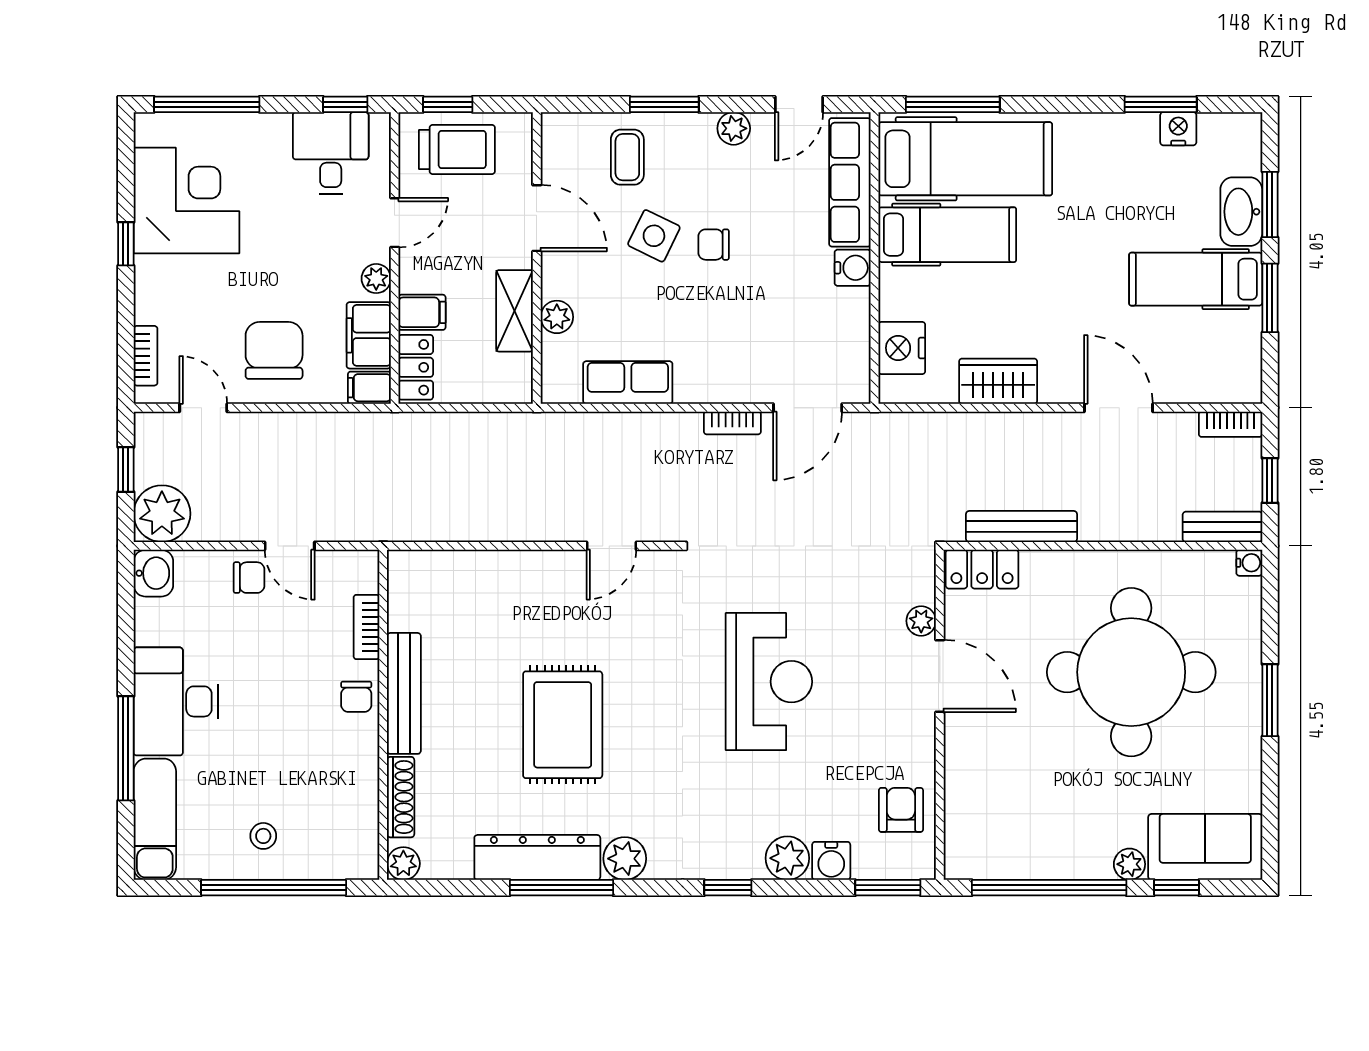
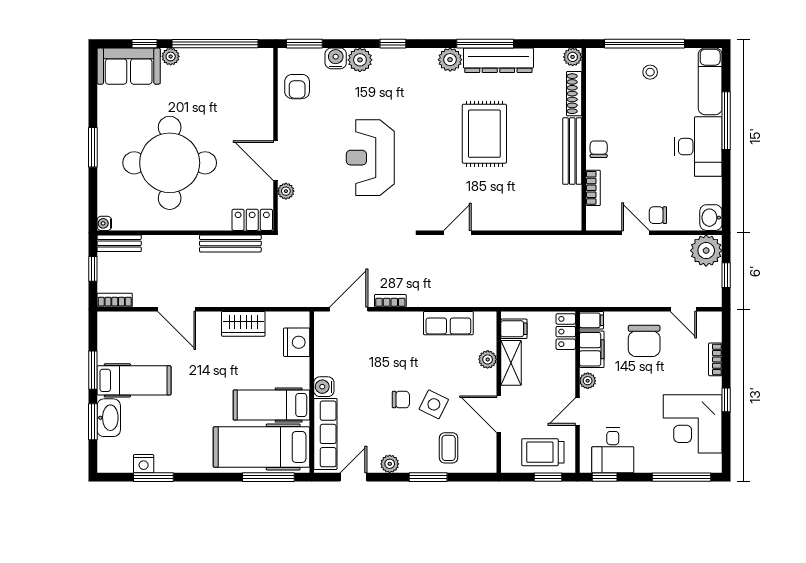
filing cabinet: (422, 312) -> (514, 329), moved, turned 180
bookcase: (145, 356) -> (715, 359), moved

